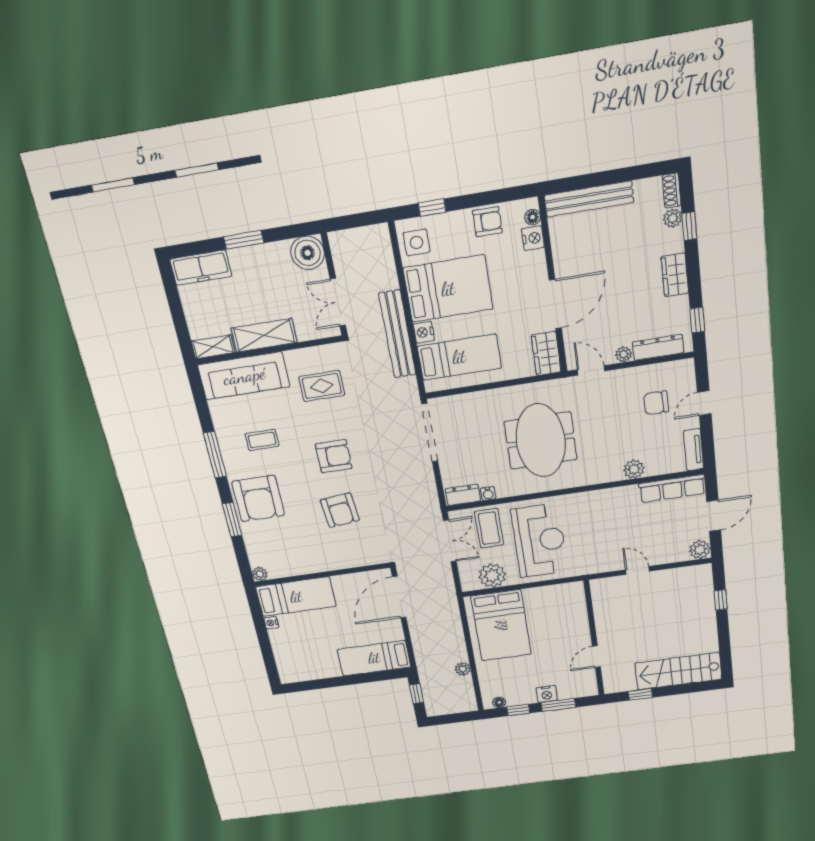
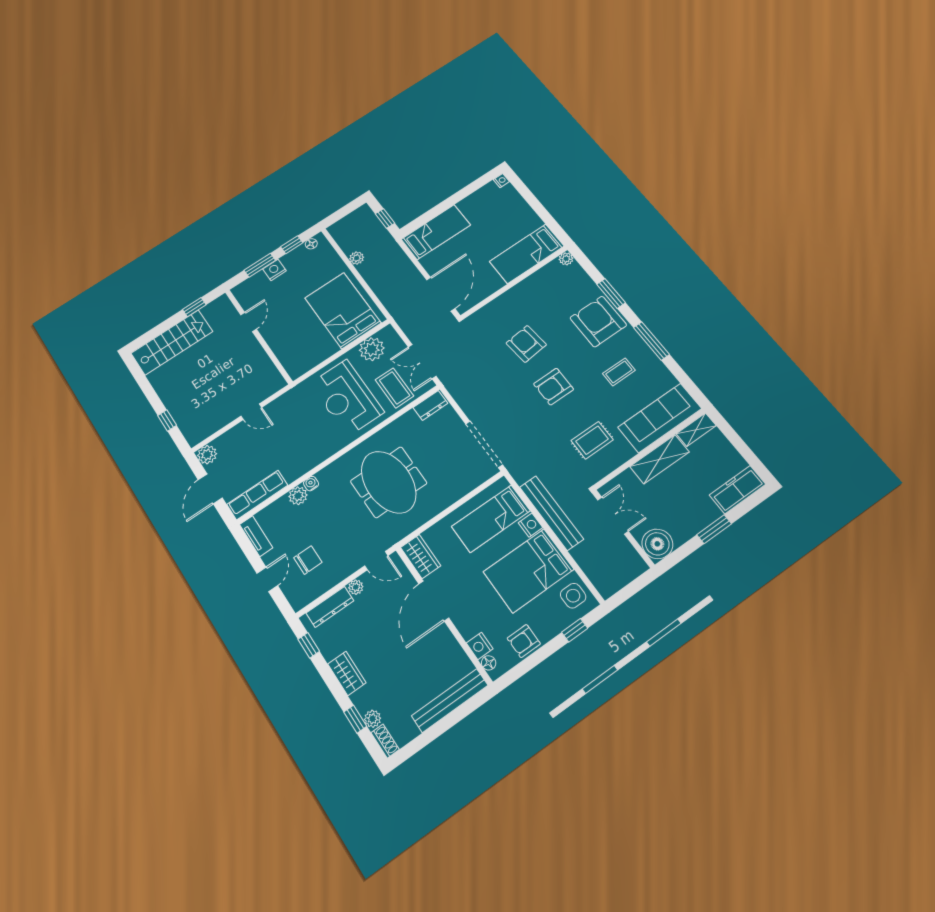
water cooler: (488, 494) -> (311, 484), moved
nightstand: (271, 623) -> (501, 181), moved

